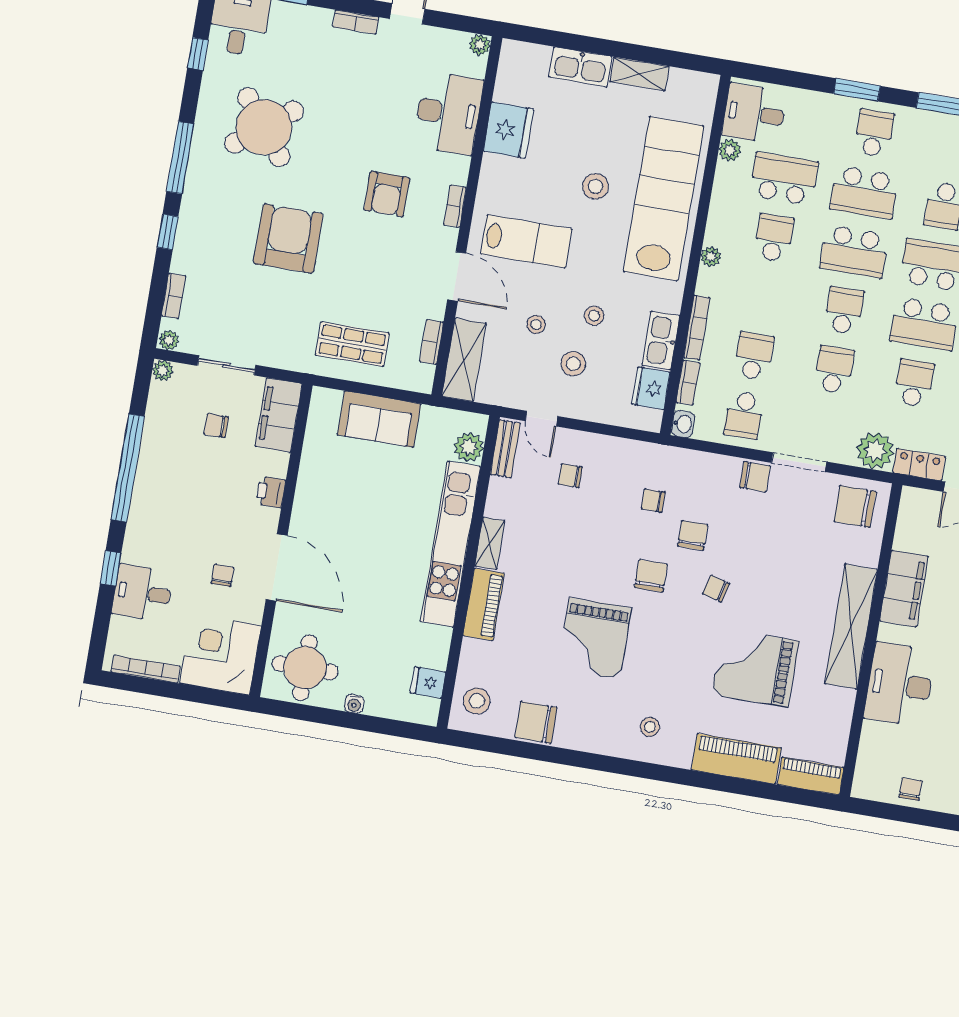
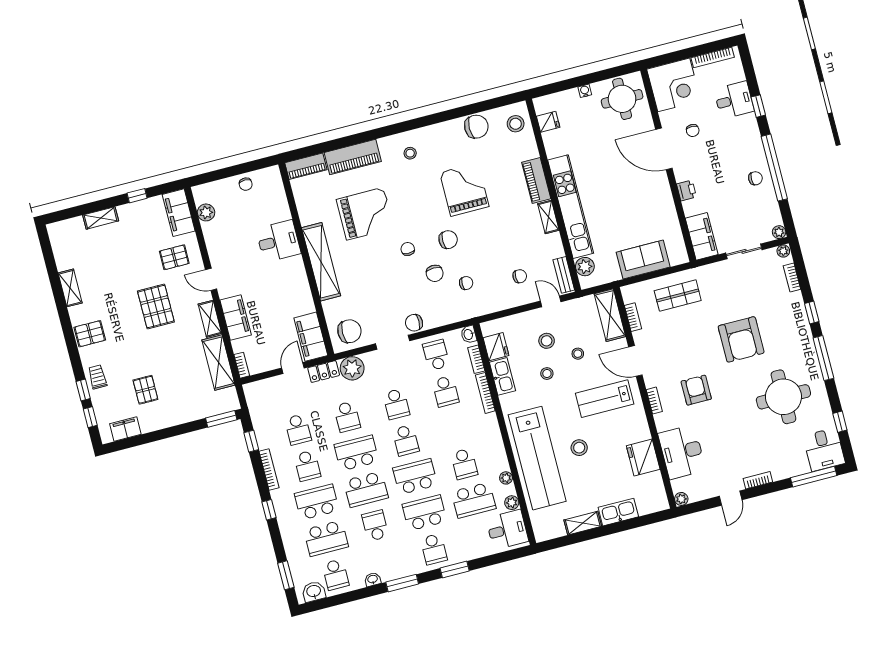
round table: (264, 127) -> (783, 397), turned 38
plant: (711, 257) -> (506, 478), moved
chair: (216, 426) -> (755, 178), moved
chair: (651, 576) -> (448, 240), turned -90
chair: (716, 589) -> (408, 249), turned -105
filing cabinet: (904, 589) -> (311, 337), moved
desk: (900, 685) -> (278, 241), width x0.73

